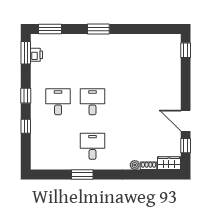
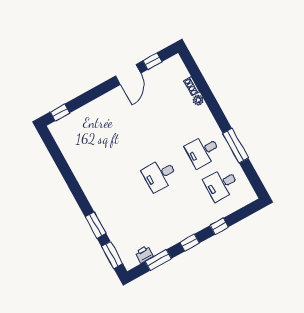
window: (98, 29) -> (96, 225), moved
window: (26, 53) -> (158, 260), moved
desk: (58, 102) -> (221, 184), moved
wardrobe: (169, 163) -> (178, 68), removed
window: (82, 175) -> (236, 146), width x1.44

